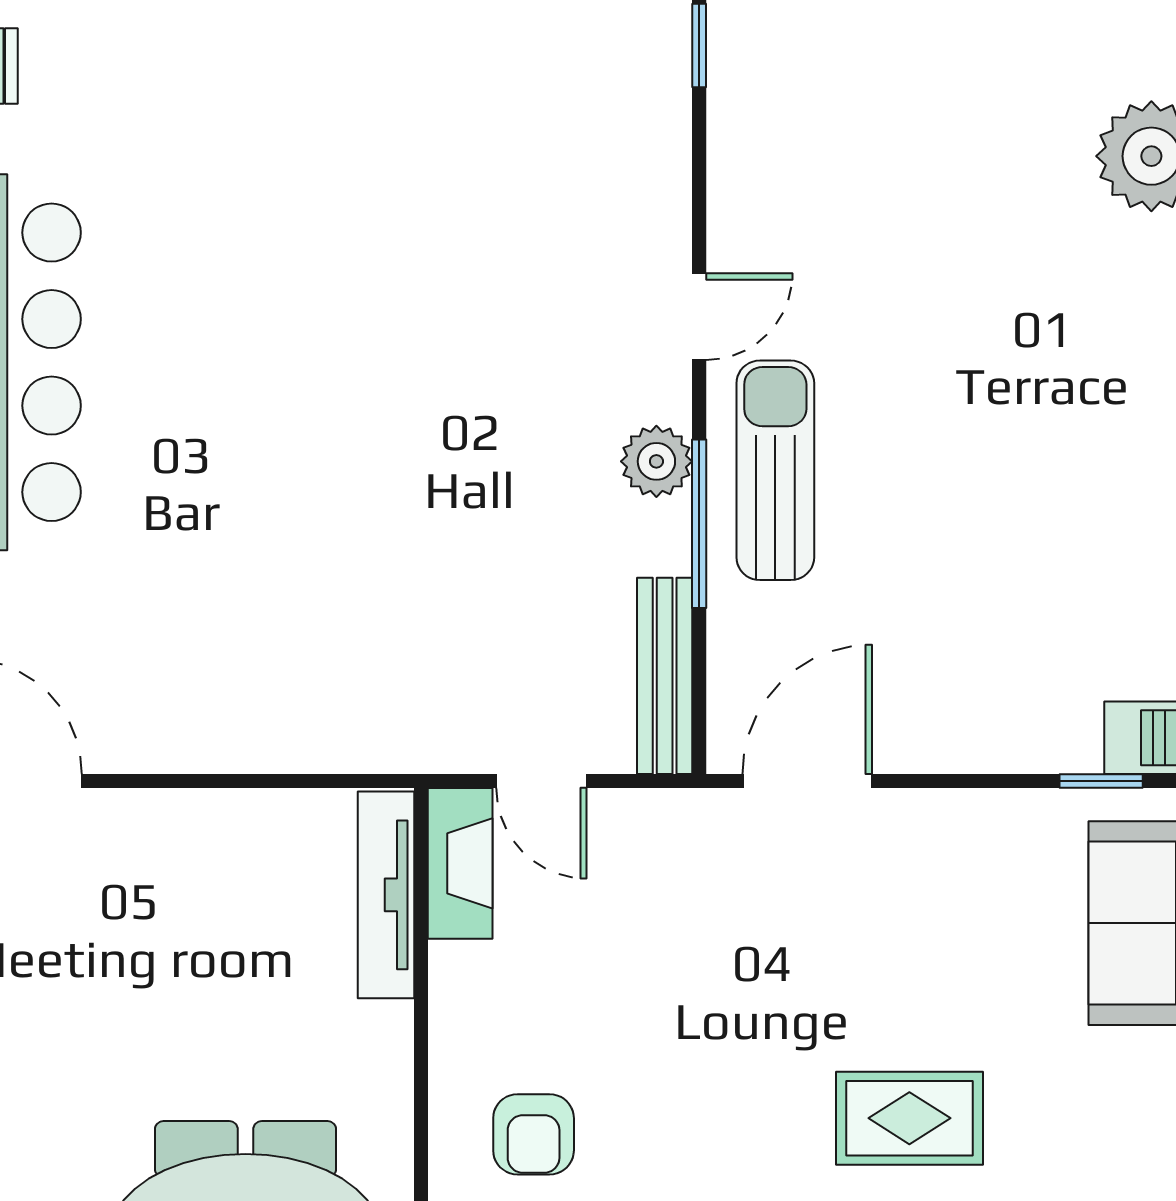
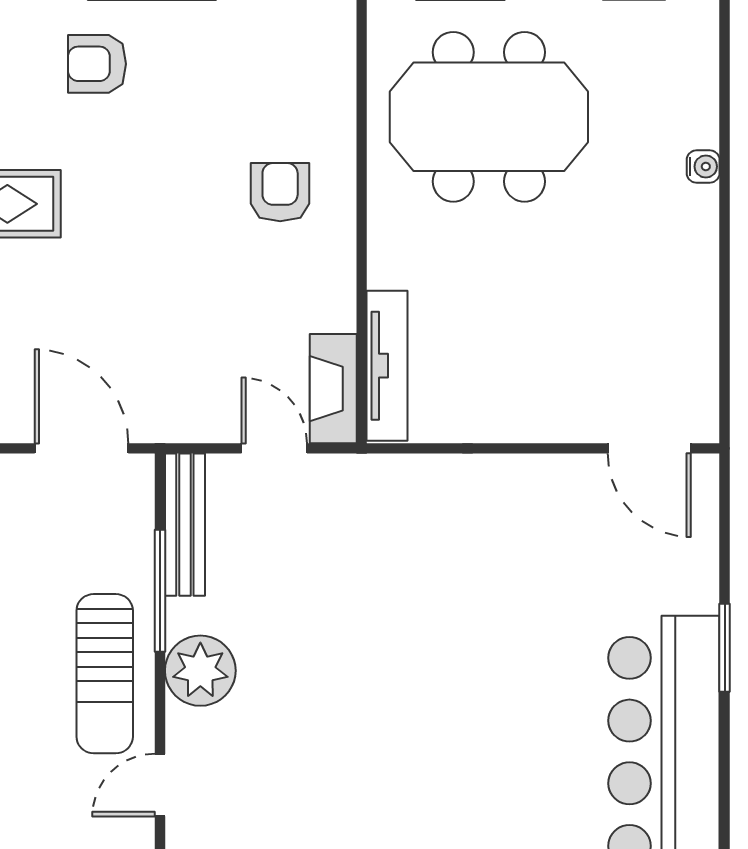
plant: (656, 461) -> (200, 671), width x1.36, depth x1.36
window: (699, 524) -> (160, 591), moved
door: (807, 781) -> (82, 448), swing flipped

